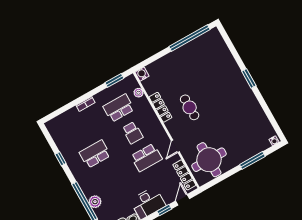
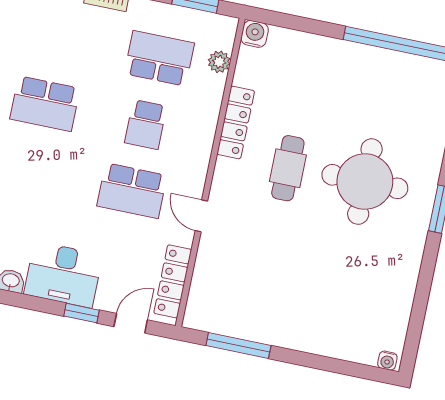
door: (175, 146) -> (201, 216), hinge flipped
school desk: (95, 154) -> (45, 104), turned 180
round table: (209, 160) -> (365, 182), moved
window: (252, 160) -> (238, 346), moved

